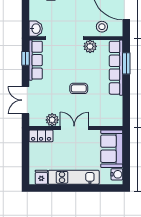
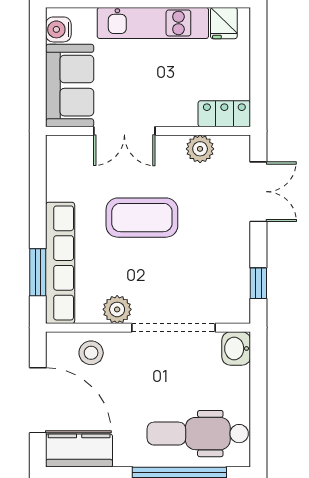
row of seats: (36, 60) -> (236, 279), removed
coffee table: (79, 88) -> (142, 218), width x1.86, depth x1.72
double door: (74, 128) -> (124, 131), moved

